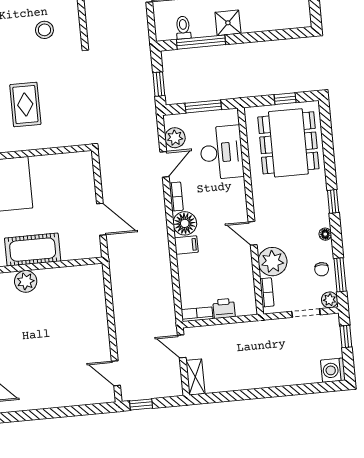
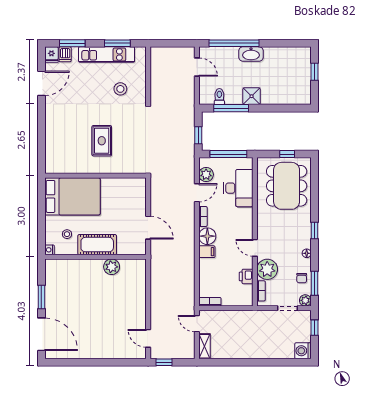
window: (203, 106) -> (228, 154), width x1.44
plant: (26, 281) -> (112, 267), moved
printer: (224, 308) -> (246, 276), moved, turned -90

